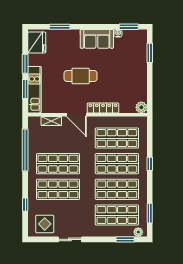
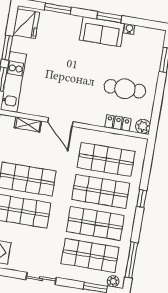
window: (129, 27) -> (109, 17), moved
cafe table: (81, 76) -> (125, 89), moved
locker: (103, 108) -> (118, 123), moved, width x0.66
window: (150, 213) -> (131, 260), width x1.44
sliding door: (70, 239) -> (41, 278), moved

